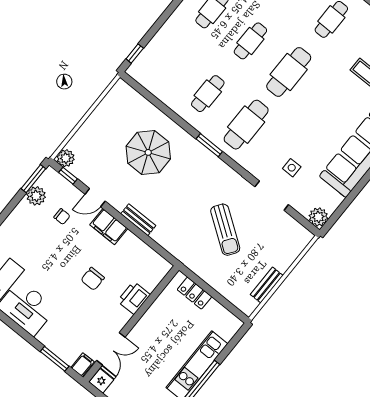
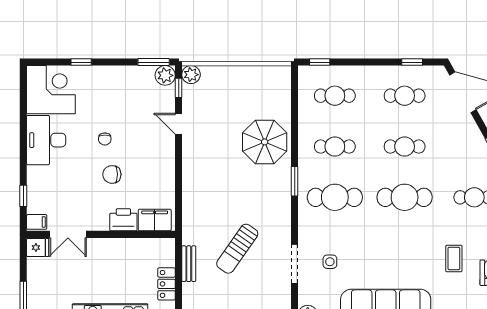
cafe table: (169, 63) -> (335, 96), added
parasol: (148, 152) -> (265, 142), moved
plant: (36, 196) -> (165, 75), moved
chair: (62, 217) -> (105, 139), moved
bench: (138, 220) -> (189, 264), moved
filing cabinet: (109, 227) -> (155, 220), moved, turned 90
locker: (194, 293) -> (166, 284), moved
window: (55, 359) -> (23, 196), width x0.67

